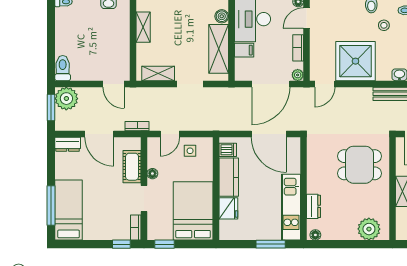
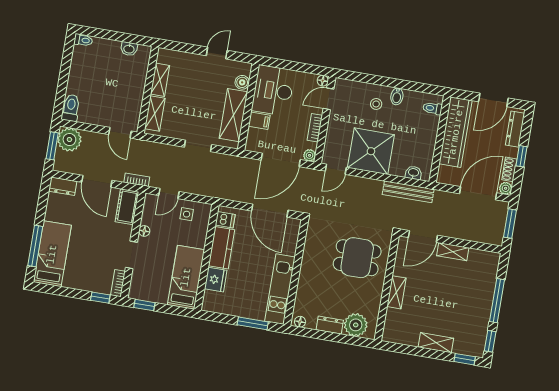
stool: (384, 25) -> (376, 104), moved
shelving: (158, 73) -> (155, 113), moved, turned 90
cot: (132, 167) -> (127, 207), moved
dresser: (314, 206) -> (330, 325), moved, turned -90
bed: (193, 211) -> (186, 277), width x0.67

